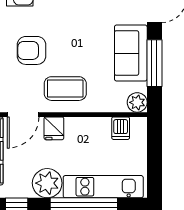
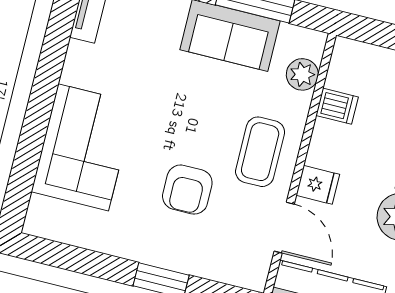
plant: (137, 102) -> (302, 74), moved
dishwasher: (121, 128) -> (337, 106), moved

